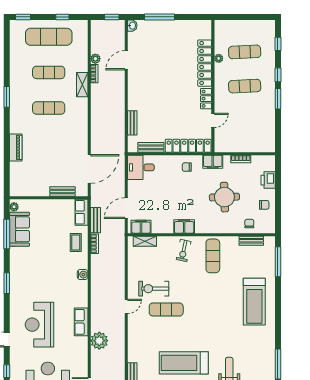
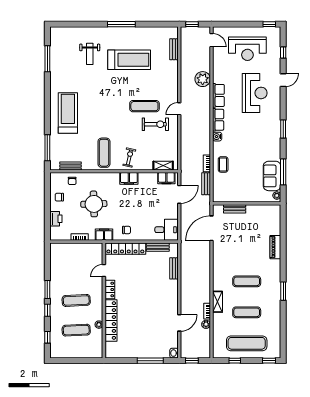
row of seats: (81, 212) -> (218, 120), moved

